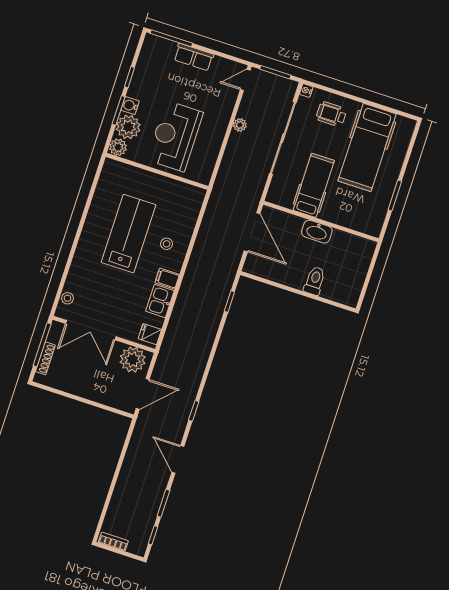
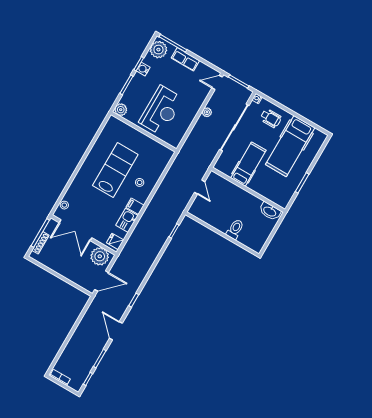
water cooler: (130, 106) -> (143, 69), moved
wheelchair: (331, 114) -> (271, 118), turned 180
plant: (128, 127) -> (158, 50), moved
reception desk: (175, 136) -> (161, 110), turned 180
door: (252, 232) -> (200, 187), width x0.53
washbasin: (317, 232) -> (270, 211), moved

